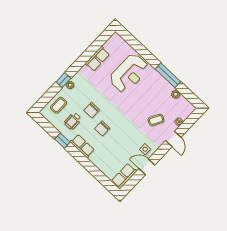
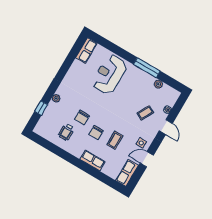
row of seats: (97, 59) -> (86, 50), moved
reception desk: (129, 73) -> (109, 74), turned 180
window: (63, 80) -> (41, 108), moved
coffee table: (59, 105) -> (115, 140), moved
window: (62, 141) -> (61, 153), removed
row of seats: (82, 146) -> (93, 160), moved

